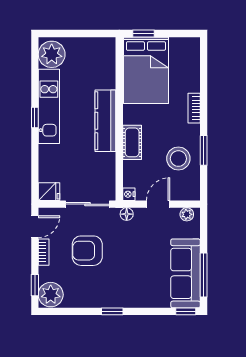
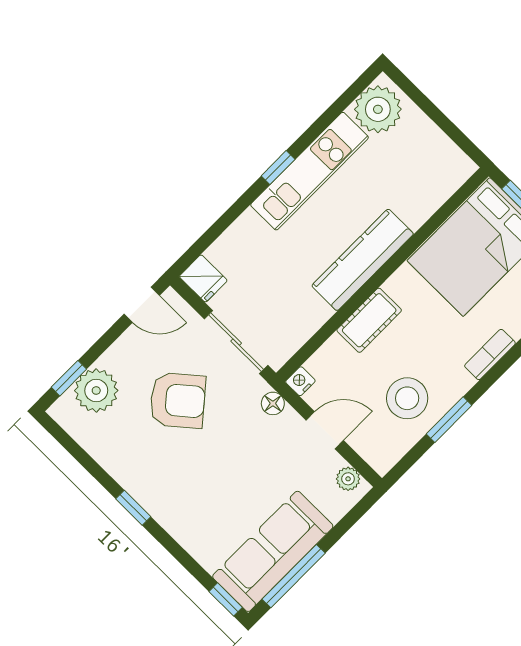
armchair: (87, 251) -> (178, 400), turned 140
bookcase: (44, 252) -> (121, 348), removed
plant: (51, 295) -> (96, 390), moved

